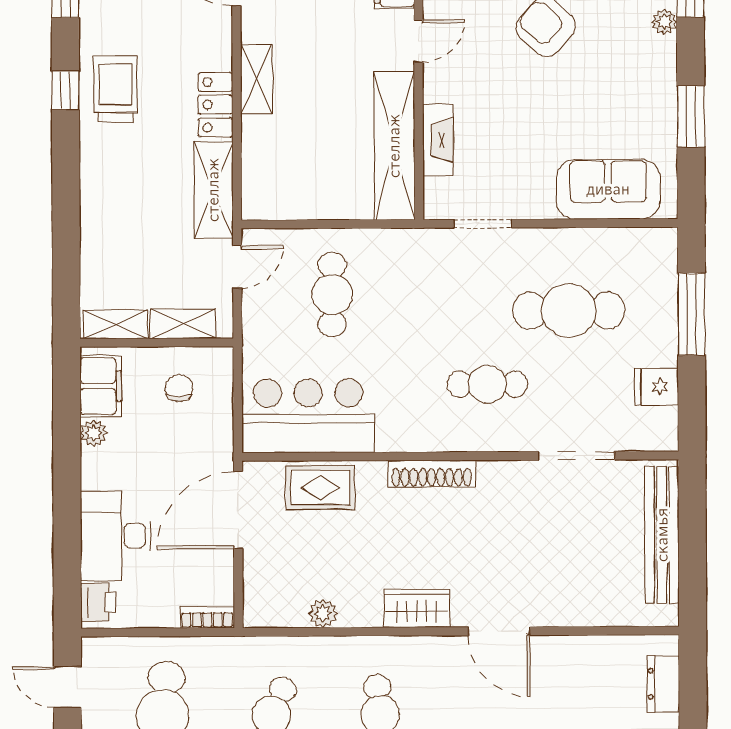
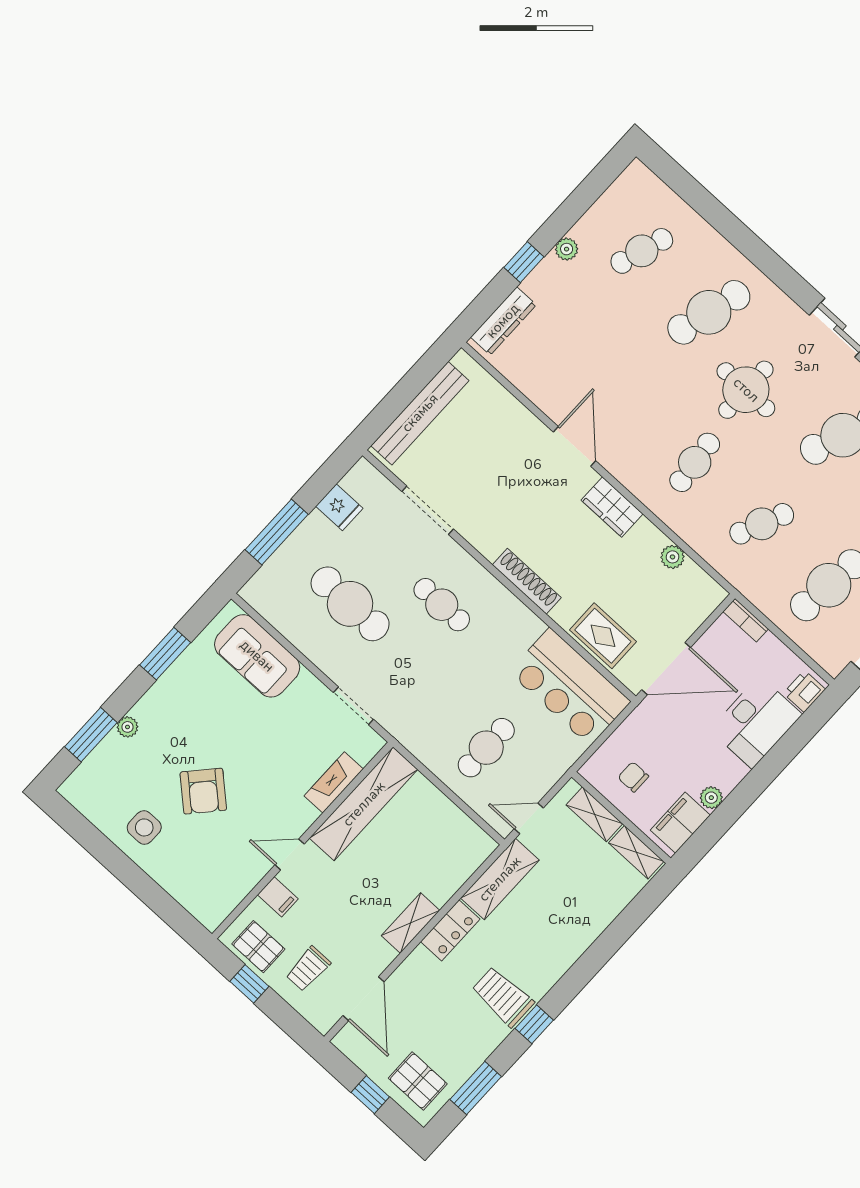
trolley: (116, 89) -> (503, 997), turned 90
chair: (179, 388) -> (633, 777), turned 90
dresser: (663, 684) -> (503, 321), width x1.44

